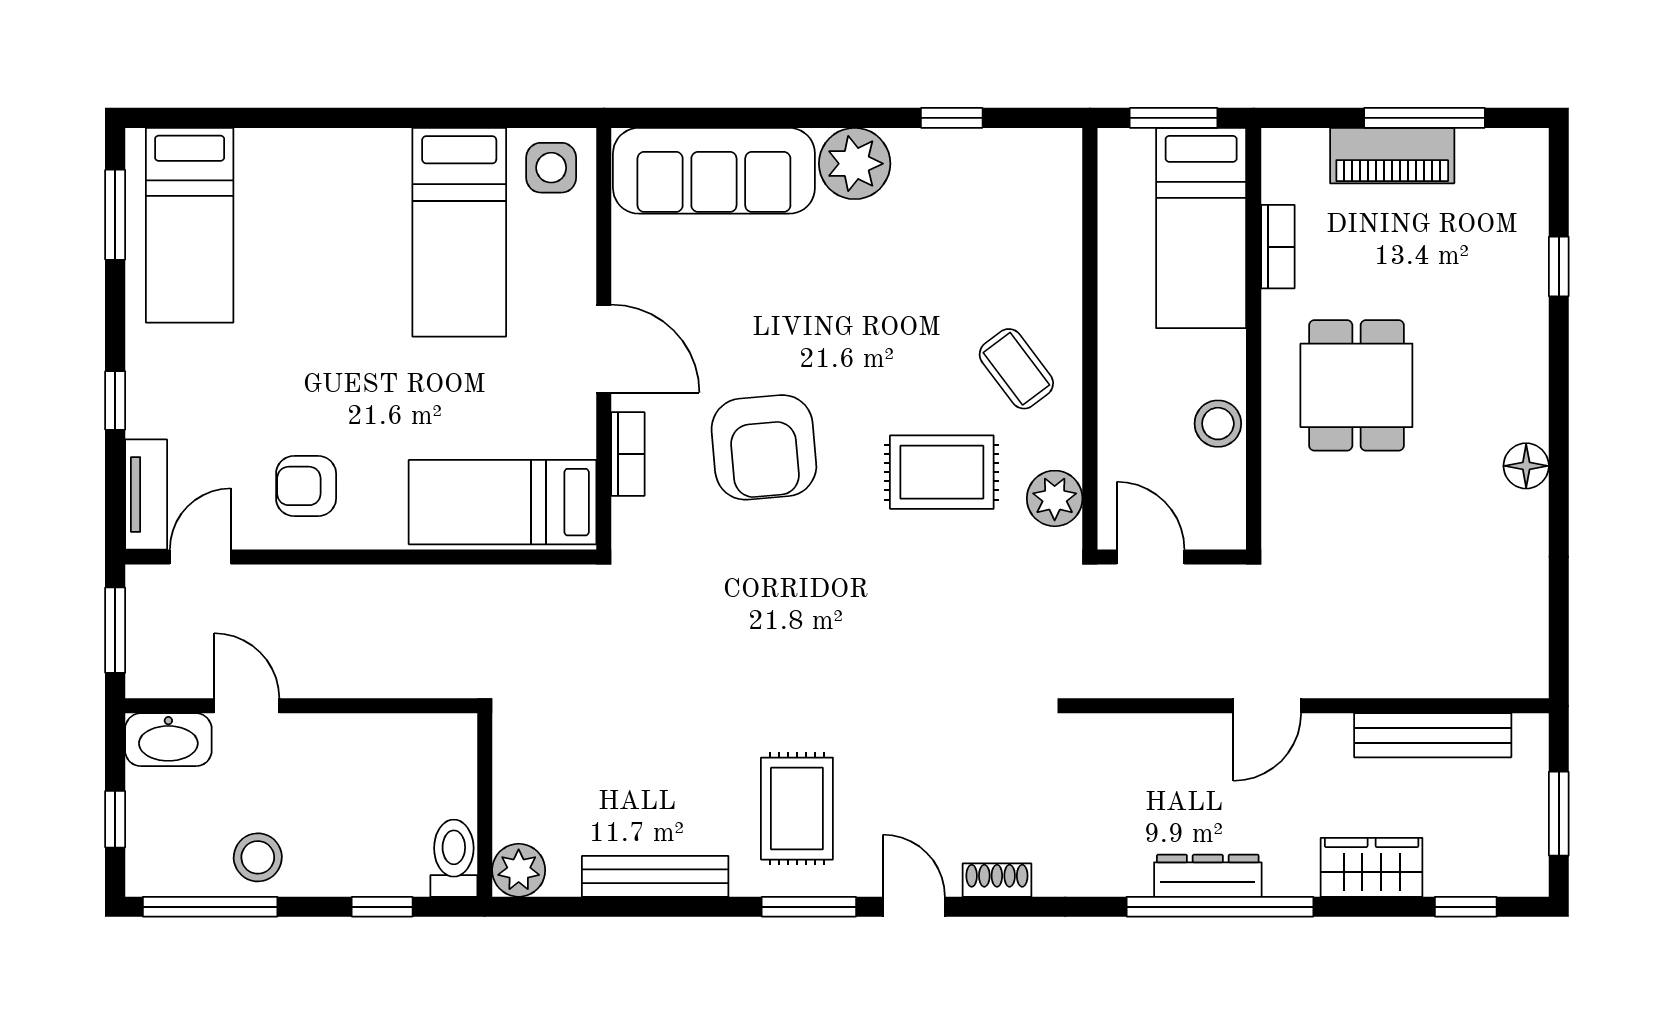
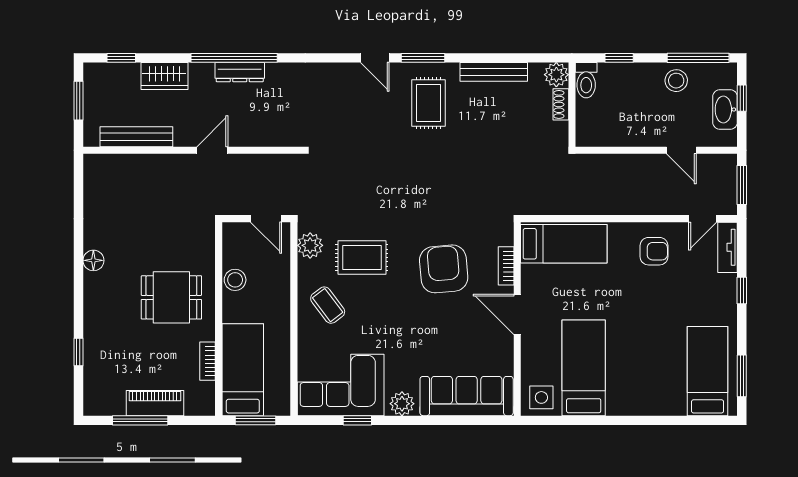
plant: (855, 164) -> (402, 404), width x0.73, depth x0.73
corner sofa: (988, 195) -> (341, 385), added
dining table: (1356, 385) -> (171, 297), turned 90
washbasin: (168, 740) -> (725, 110), moved, turned -90
shoe rack: (997, 880) -> (561, 104), moved, turned 90

